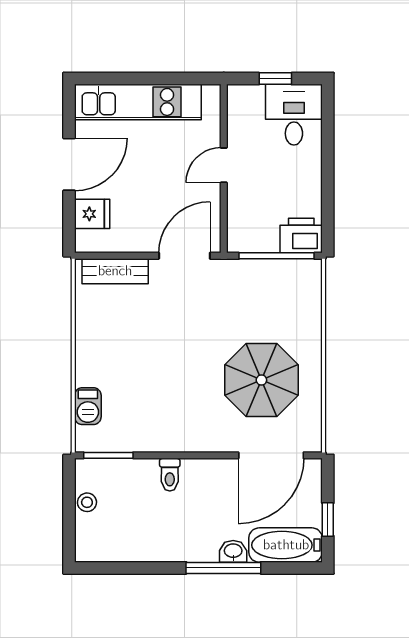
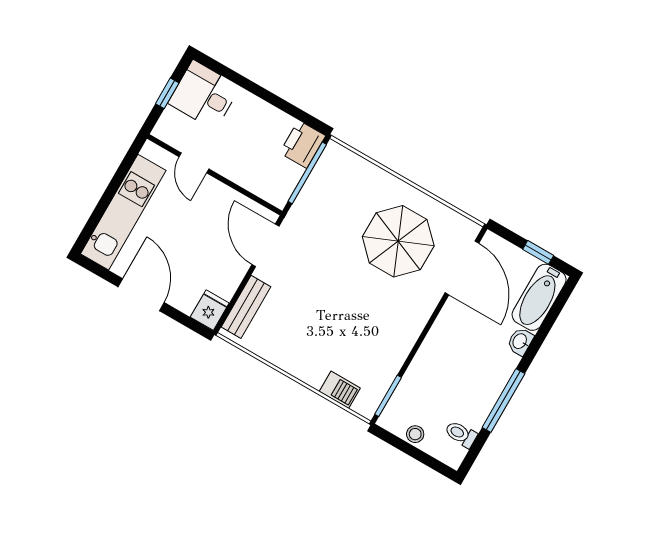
door: (224, 165) -> (194, 163), moved
fridge: (92, 214) -> (210, 310), moved
toilet: (170, 475) -> (461, 434), moved, turned 180
window: (223, 568) -> (503, 401), moved

